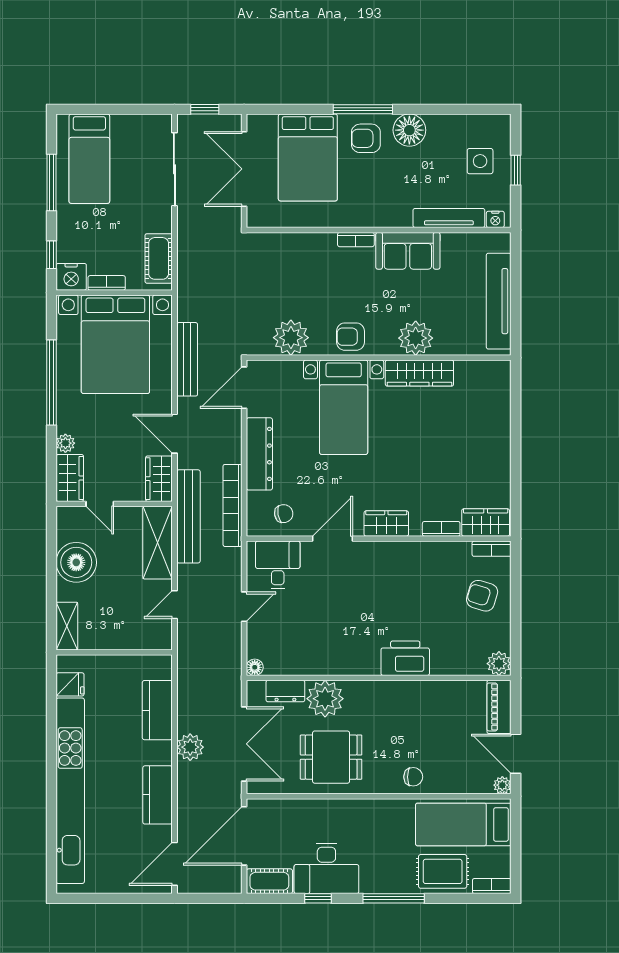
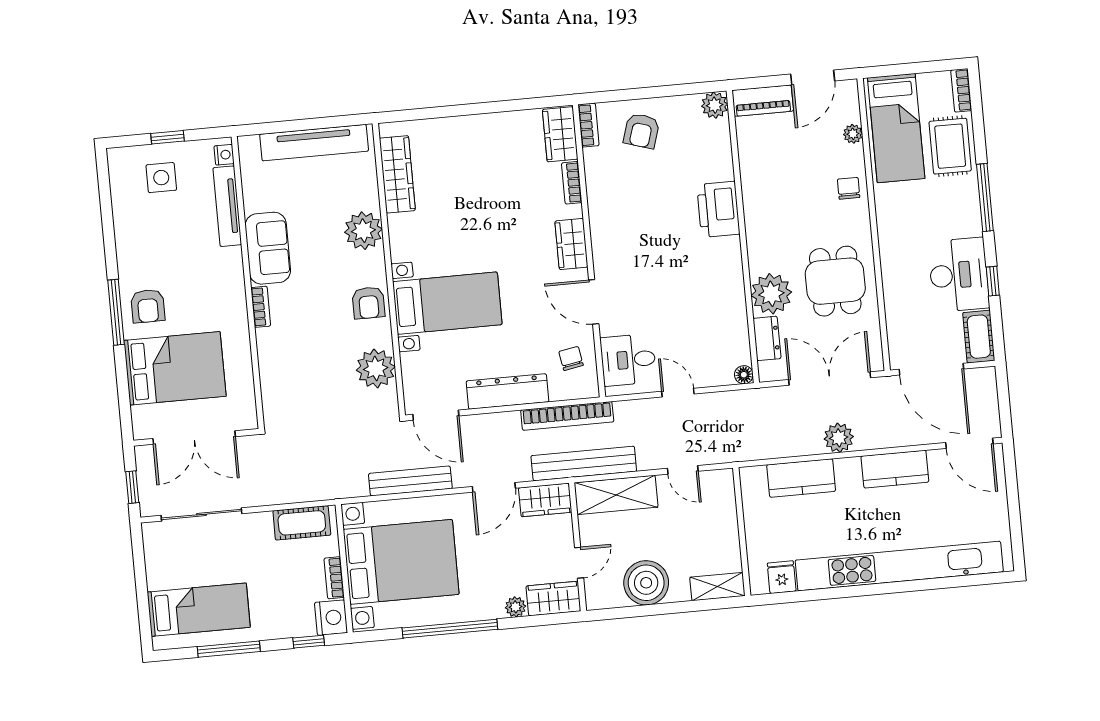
floor lamp: (409, 130) -> (134, 259), removed
wardrobe: (419, 373) -> (397, 174), moved
plant: (502, 785) -> (853, 134), moved

